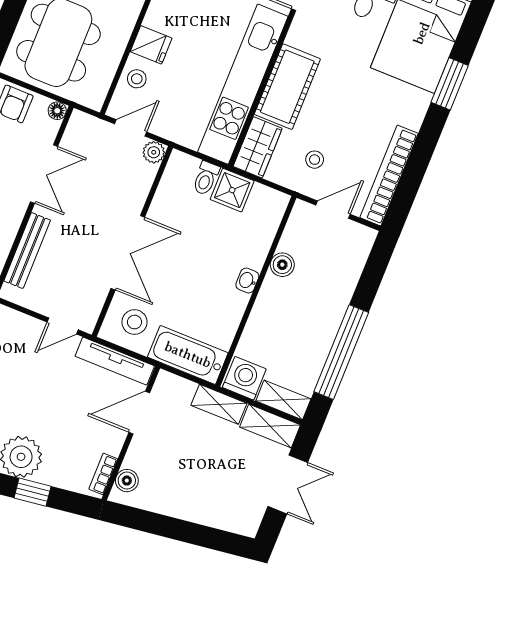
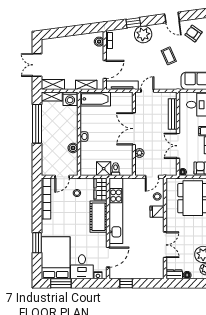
plant: (154, 152) -> (139, 153), moved
stool: (134, 322) -> (121, 103), removed
shelving: (219, 404) -> (86, 85), moved

